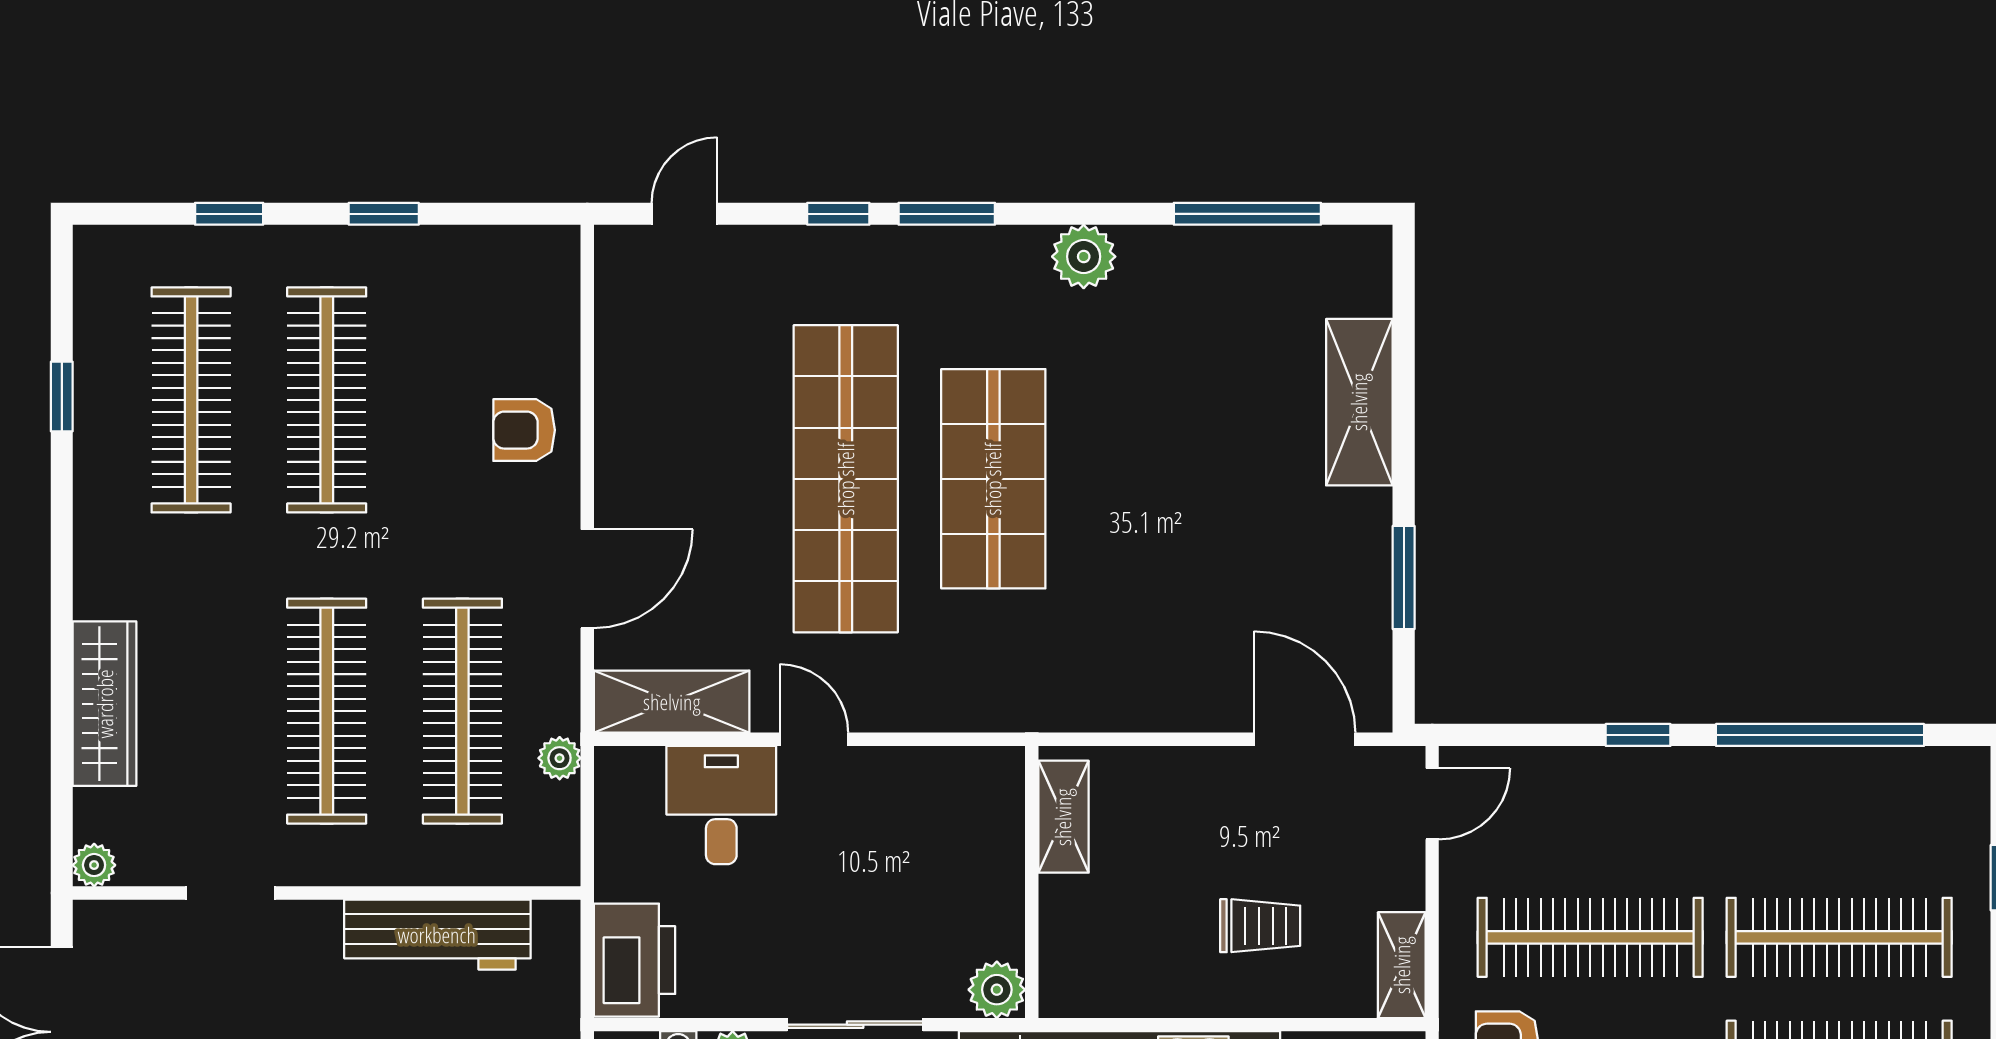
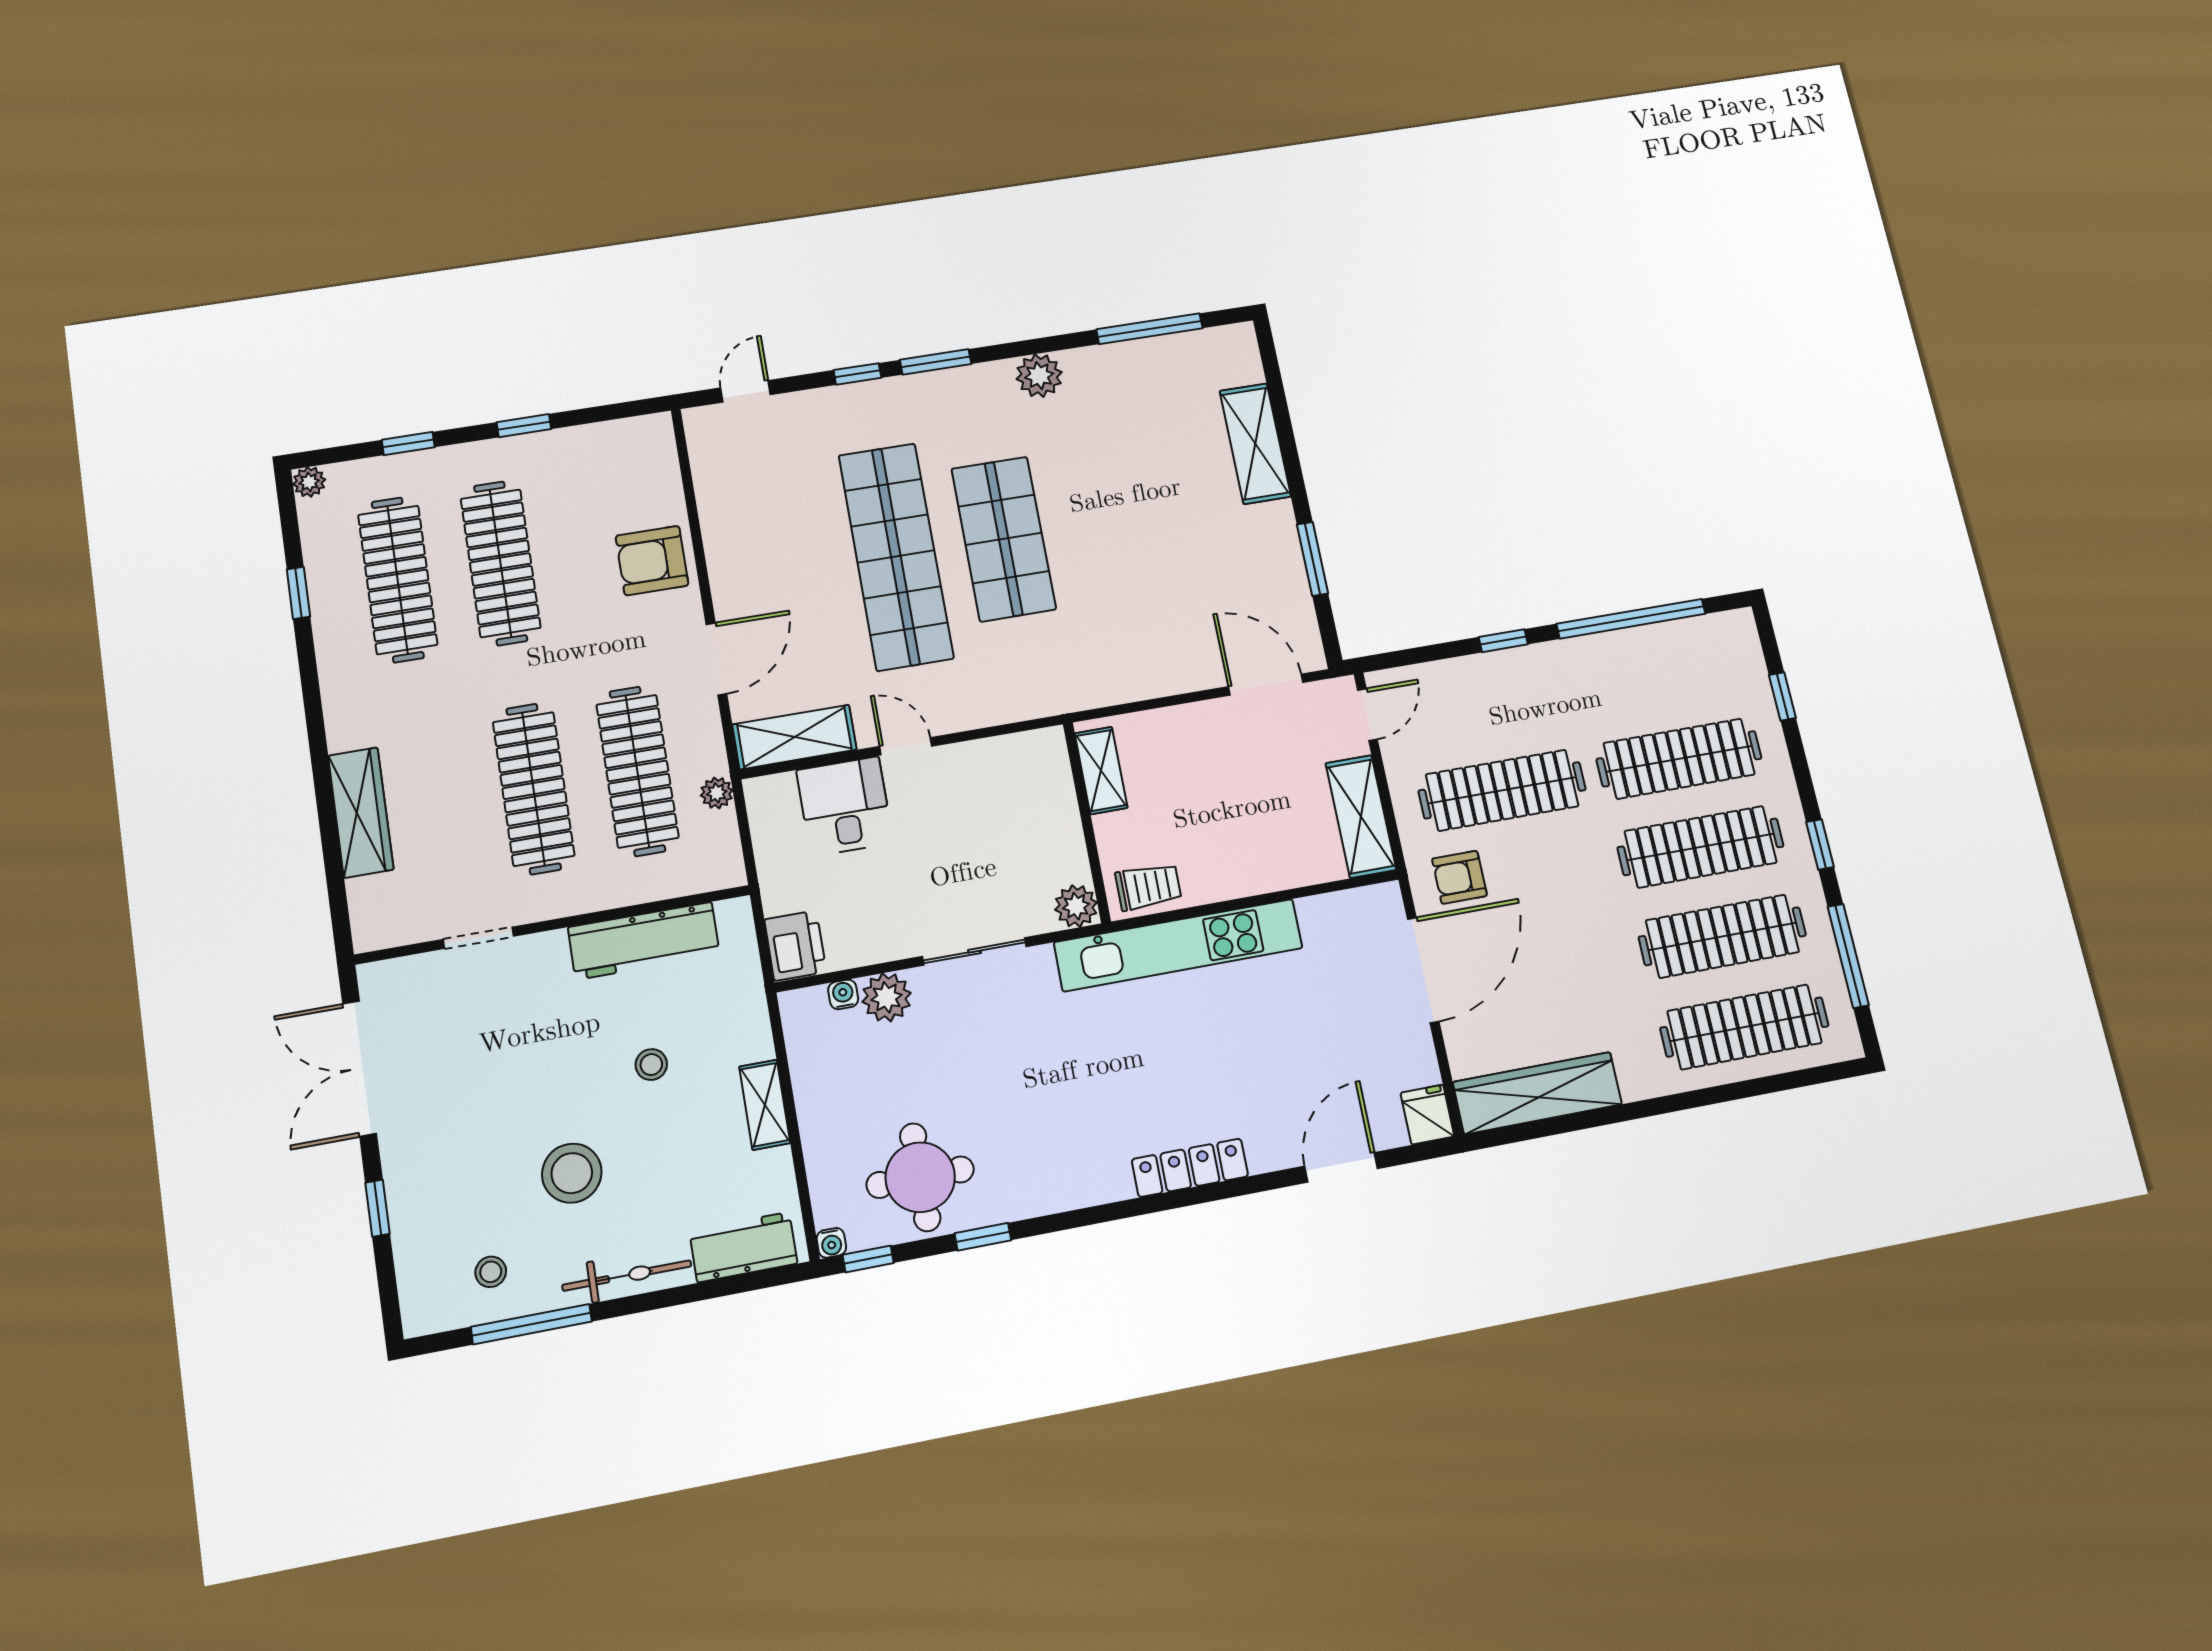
armchair: (524, 430) -> (652, 561), width x1.38, depth x1.38
plant: (94, 865) -> (309, 482), moved
trolley: (1260, 926) -> (1148, 887), moved
printer: (635, 960) -> (795, 946), width x0.73, depth x0.84
shelving: (1402, 965) -> (1361, 816), width x1.50, depth x1.33

